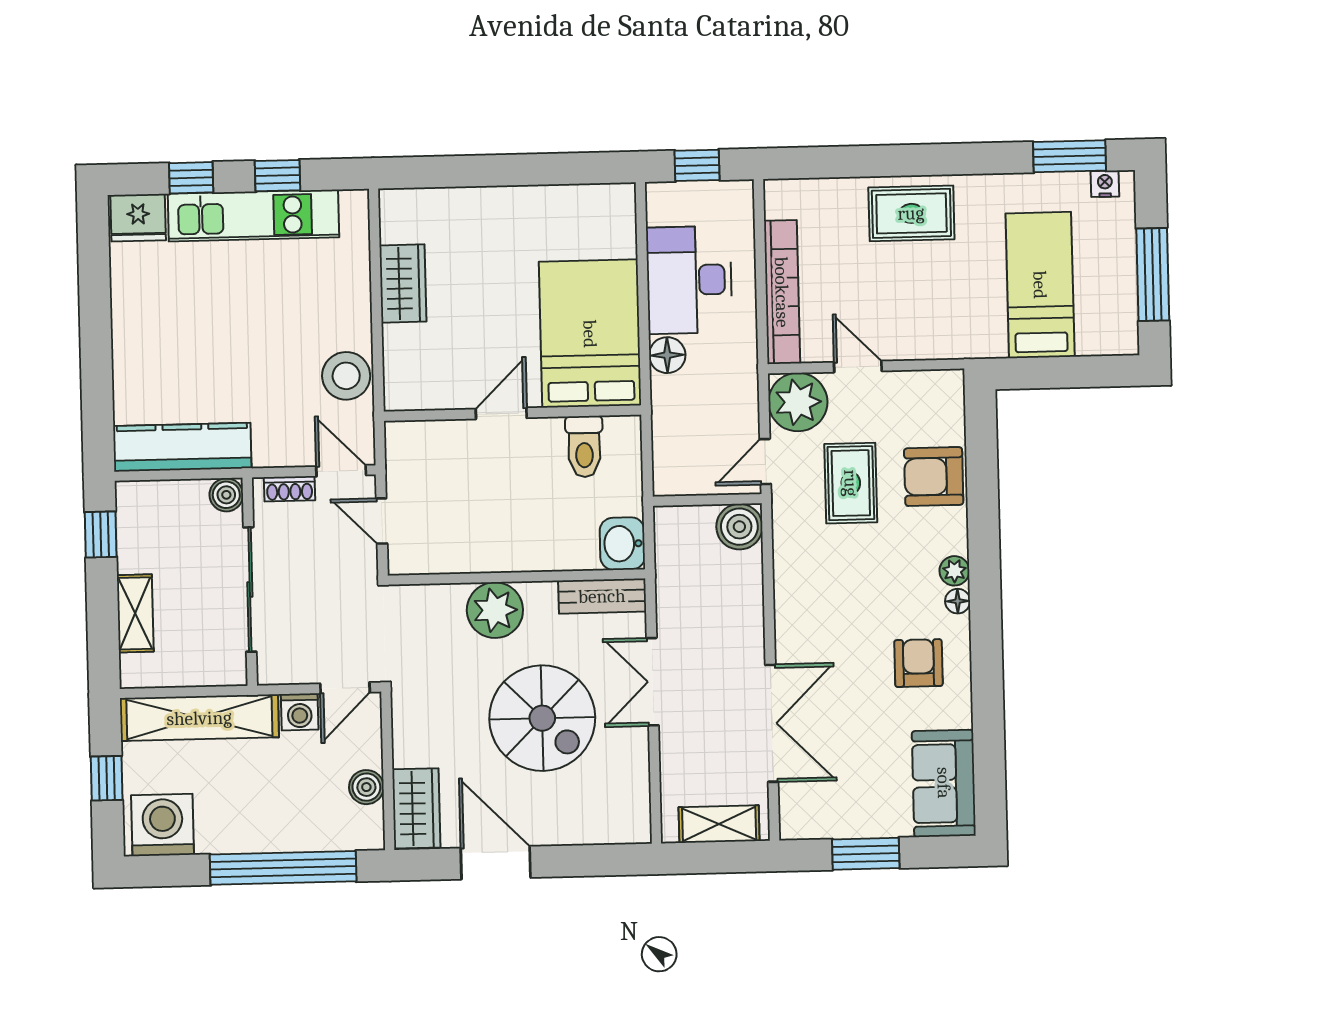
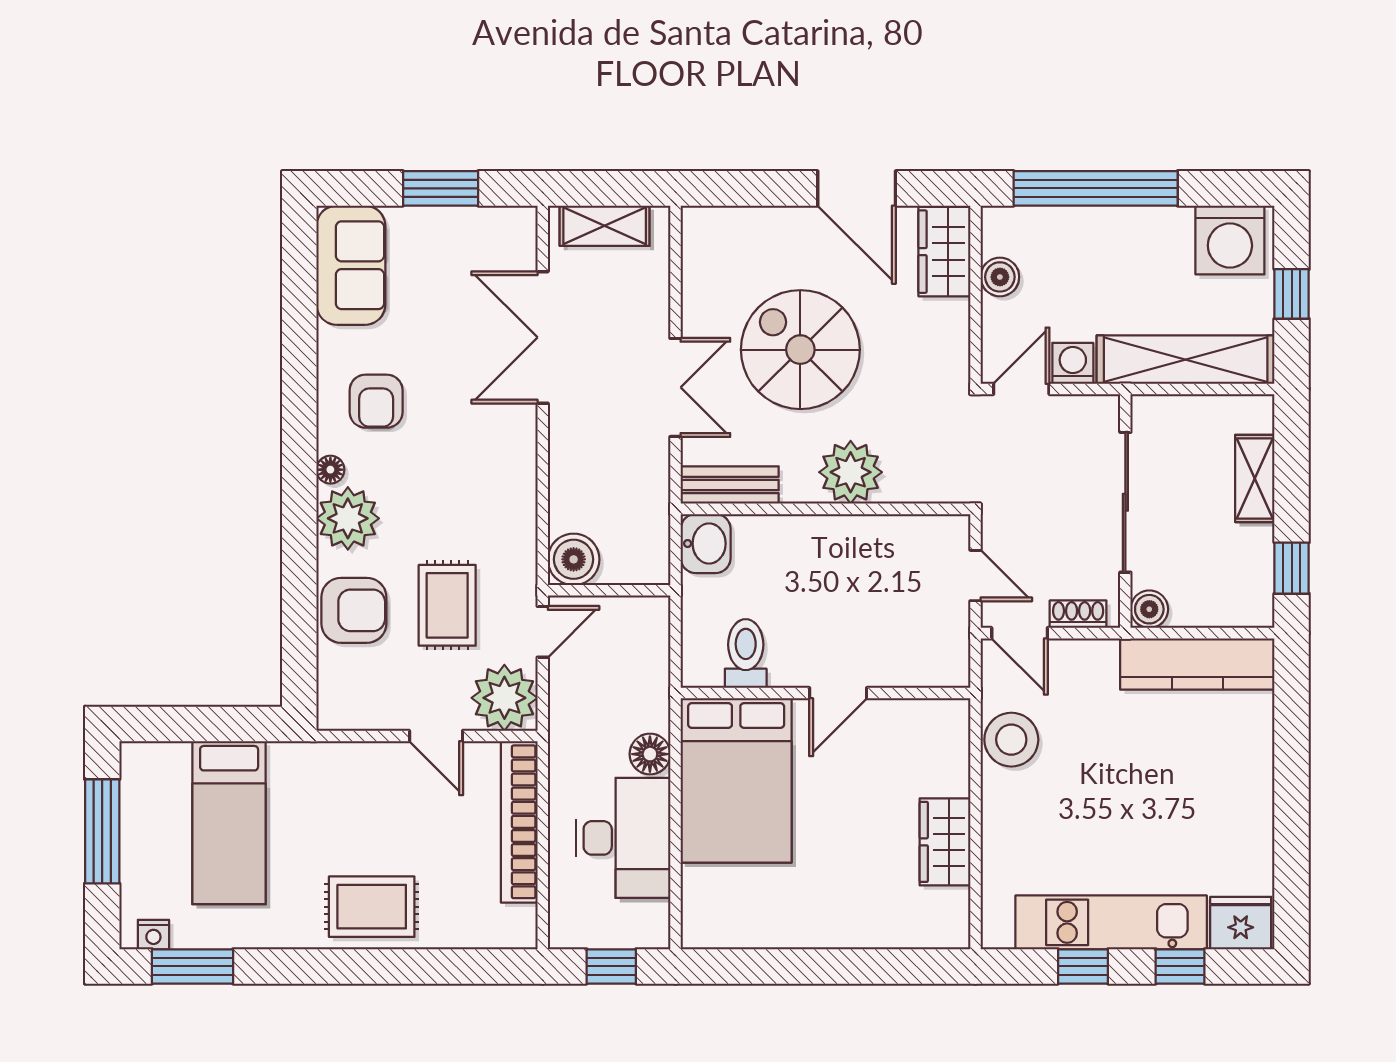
plant: (954, 571) -> (348, 518), width x1.87, depth x1.87

